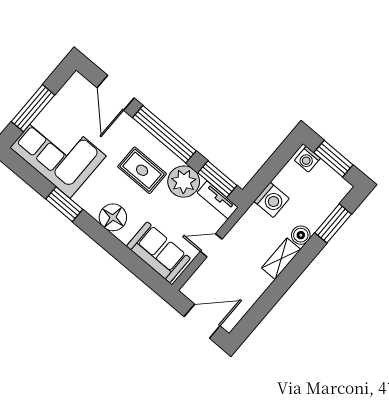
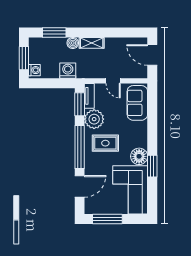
window: (33, 108) -> (107, 219), moved
rug: (142, 170) -> (105, 143), turned 90
floor lamp: (113, 217) -> (139, 156), moved

